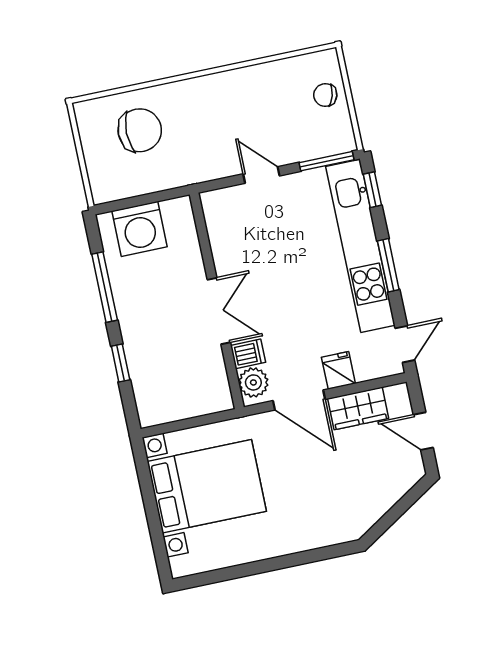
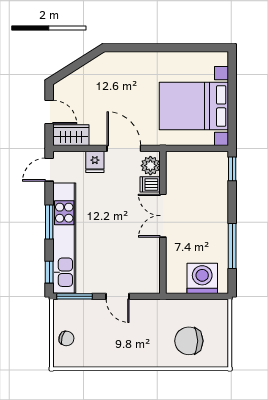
window: (121, 363) -> (232, 169), moved
wardrobe: (358, 408) -> (71, 135), moved

